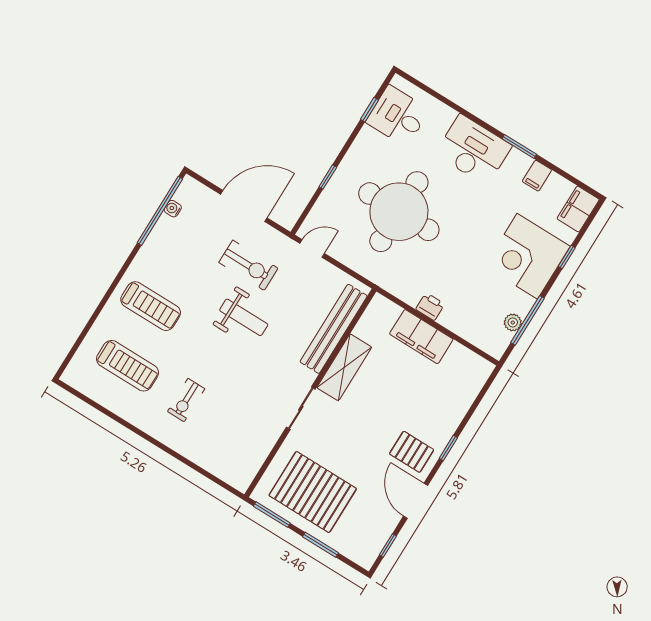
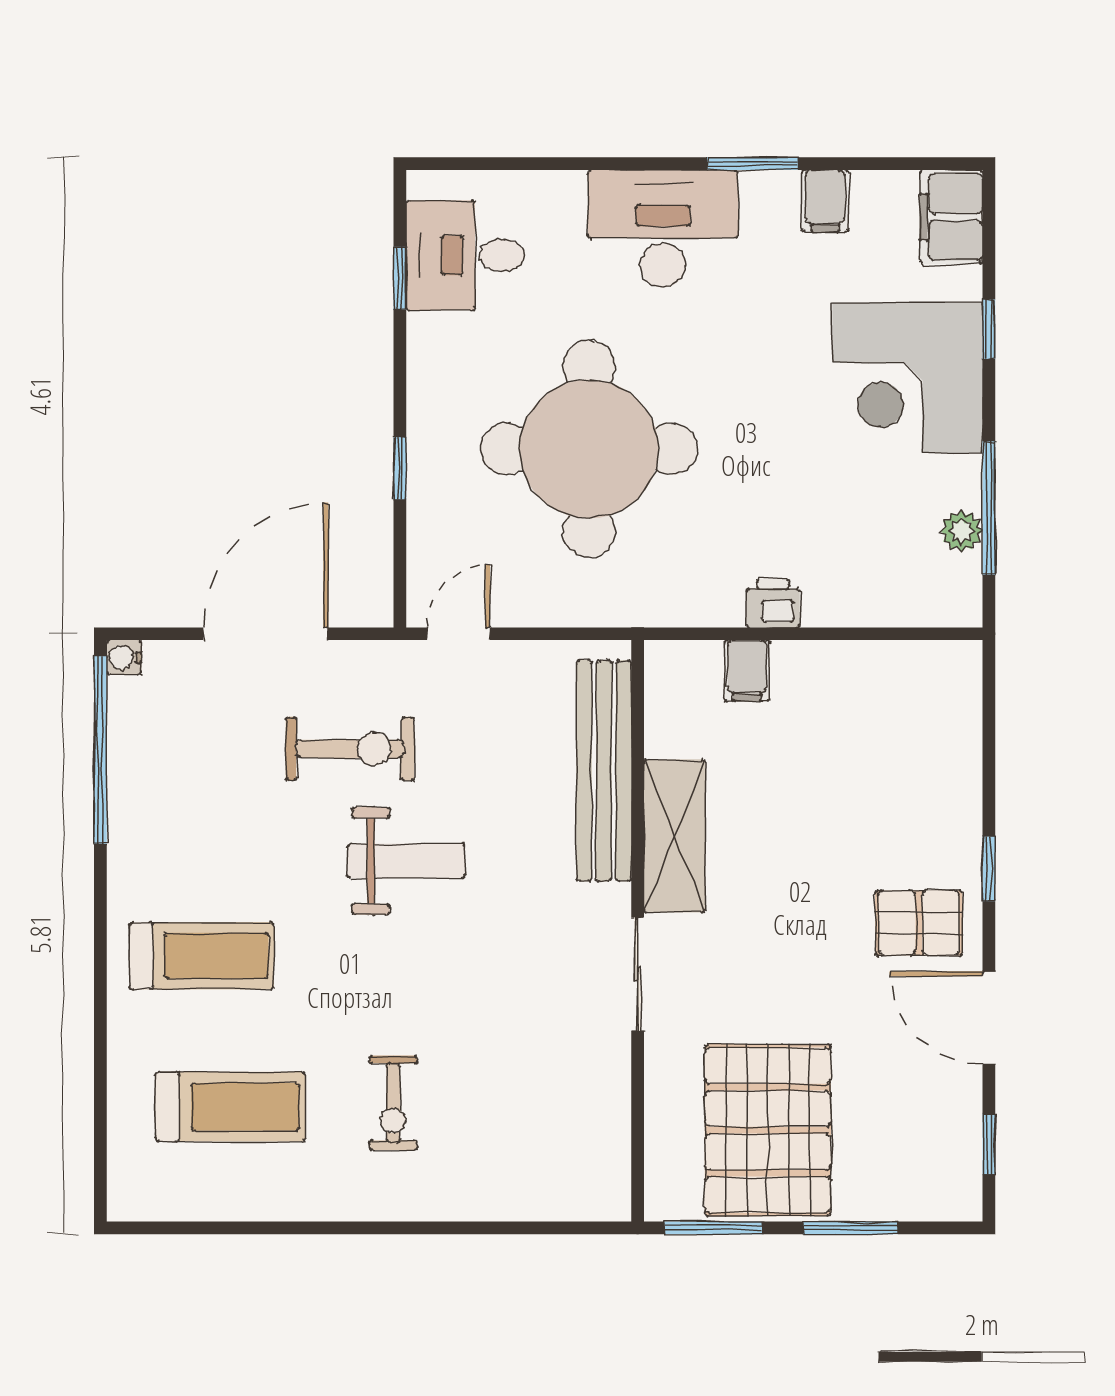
water cooler: (173, 209) -> (124, 657), moved
filing cabinet: (421, 337) -> (747, 671), width x0.33, depth x0.86
pallet: (313, 492) -> (768, 1130), turned 90

